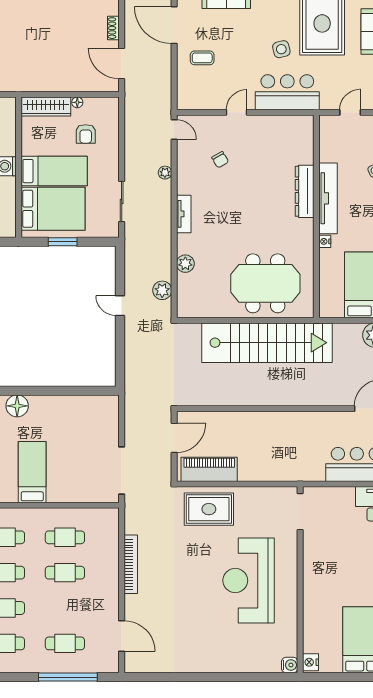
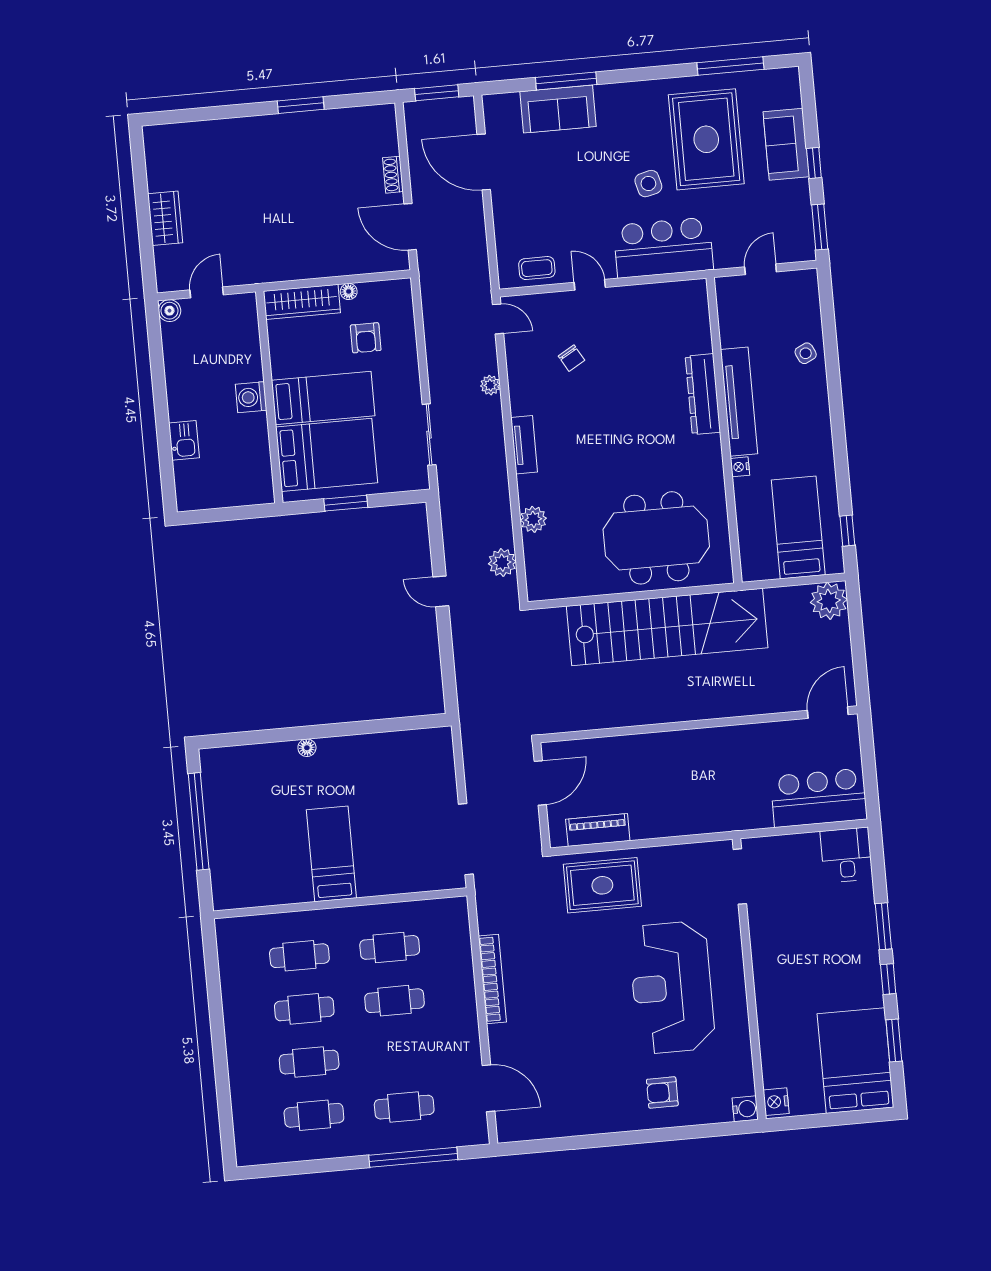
coffee table: (202, 58) -> (537, 268), moved
door: (237, 112) -> (590, 285), hinge flipped
floor lamp: (17, 406) -> (307, 748), width x0.53, depth x0.53
piano: (209, 469) -> (598, 830), width x0.73, depth x0.75
armchair: (236, 649) -> (662, 1092), added

